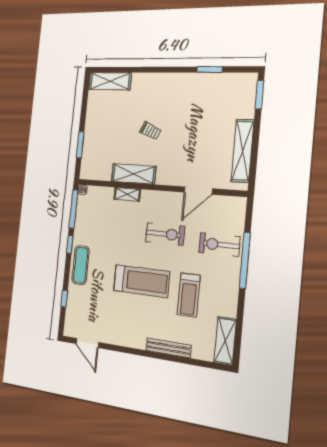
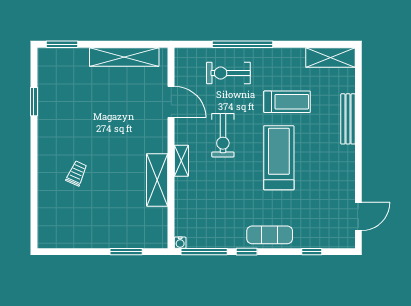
shelving: (110, 81) -> (48, 221), removed
trolley: (151, 131) -> (77, 173), moved
shelving: (127, 194) -> (181, 161), moved
exercise bike: (165, 234) -> (223, 135), turned 180
exercise bike: (219, 245) -> (228, 73), turned 90

